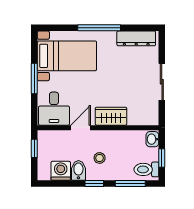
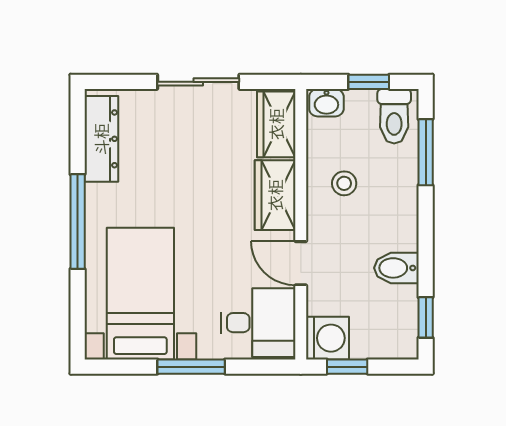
wardrobe: (143, 117) -> (276, 124), added
stool: (100, 158) -> (344, 183), moved
washing machine: (61, 171) -> (327, 338), moved, turned 180
window: (94, 184) -> (426, 317), moved

